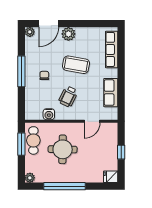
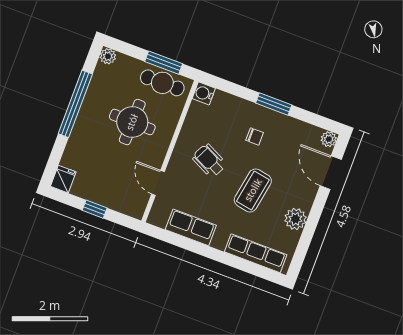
plant: (68, 34) -> (295, 219), moved
window: (21, 71) -> (274, 104), width x0.69
water cooler: (49, 114) -> (204, 93), moved

